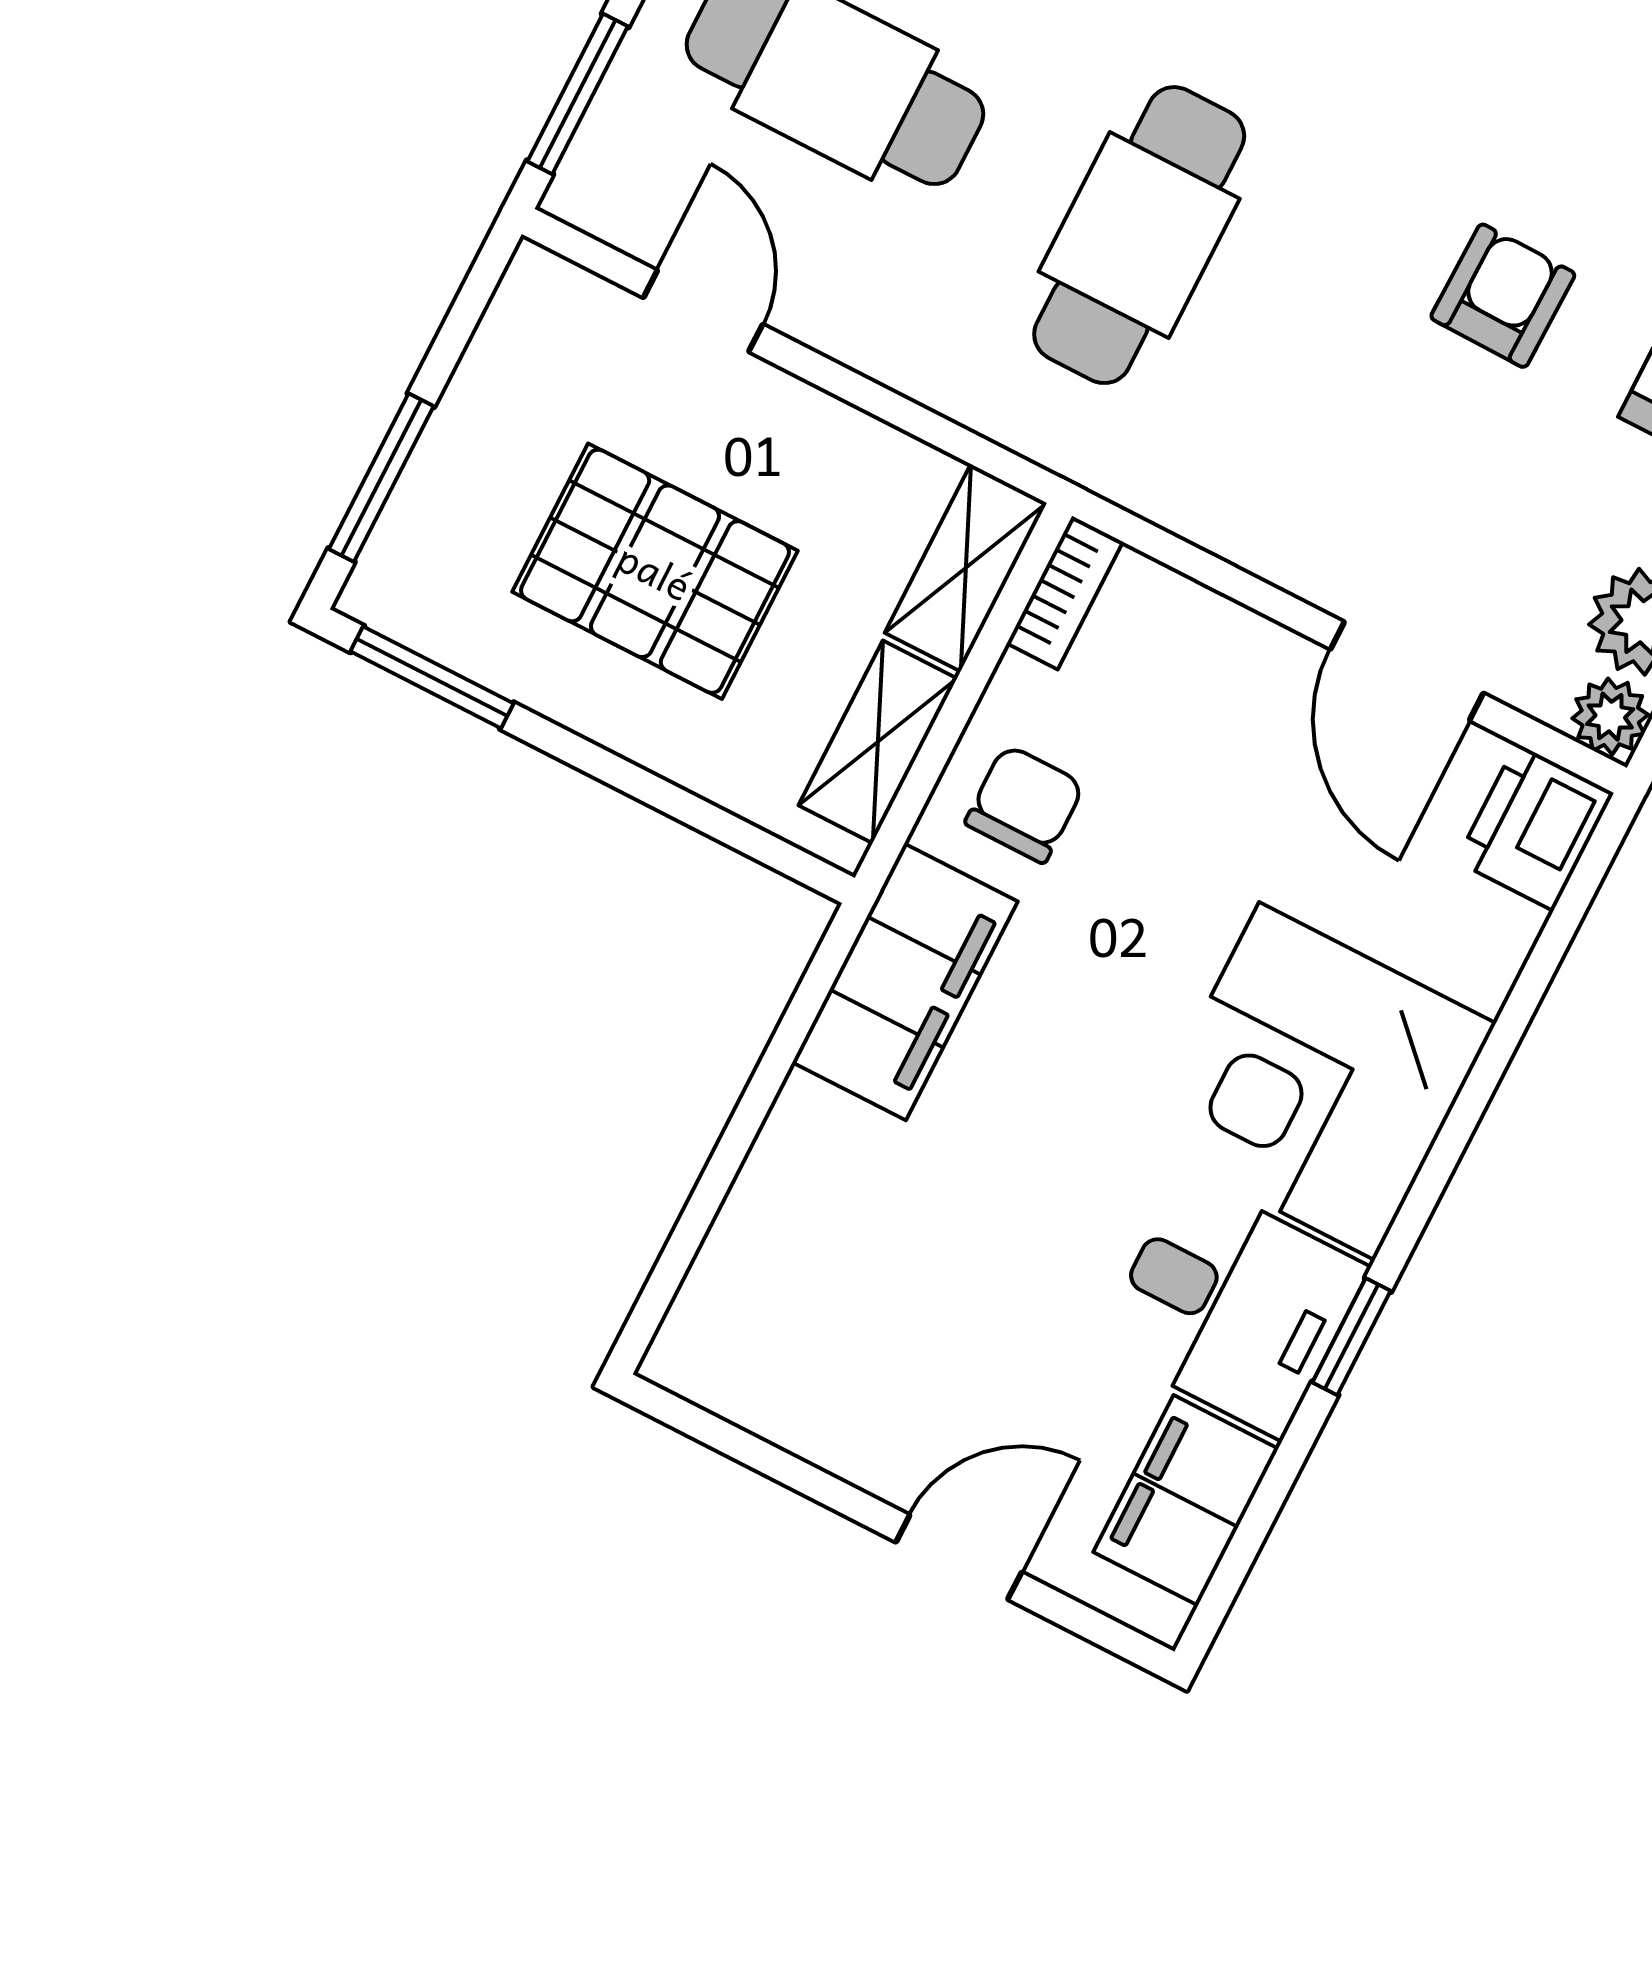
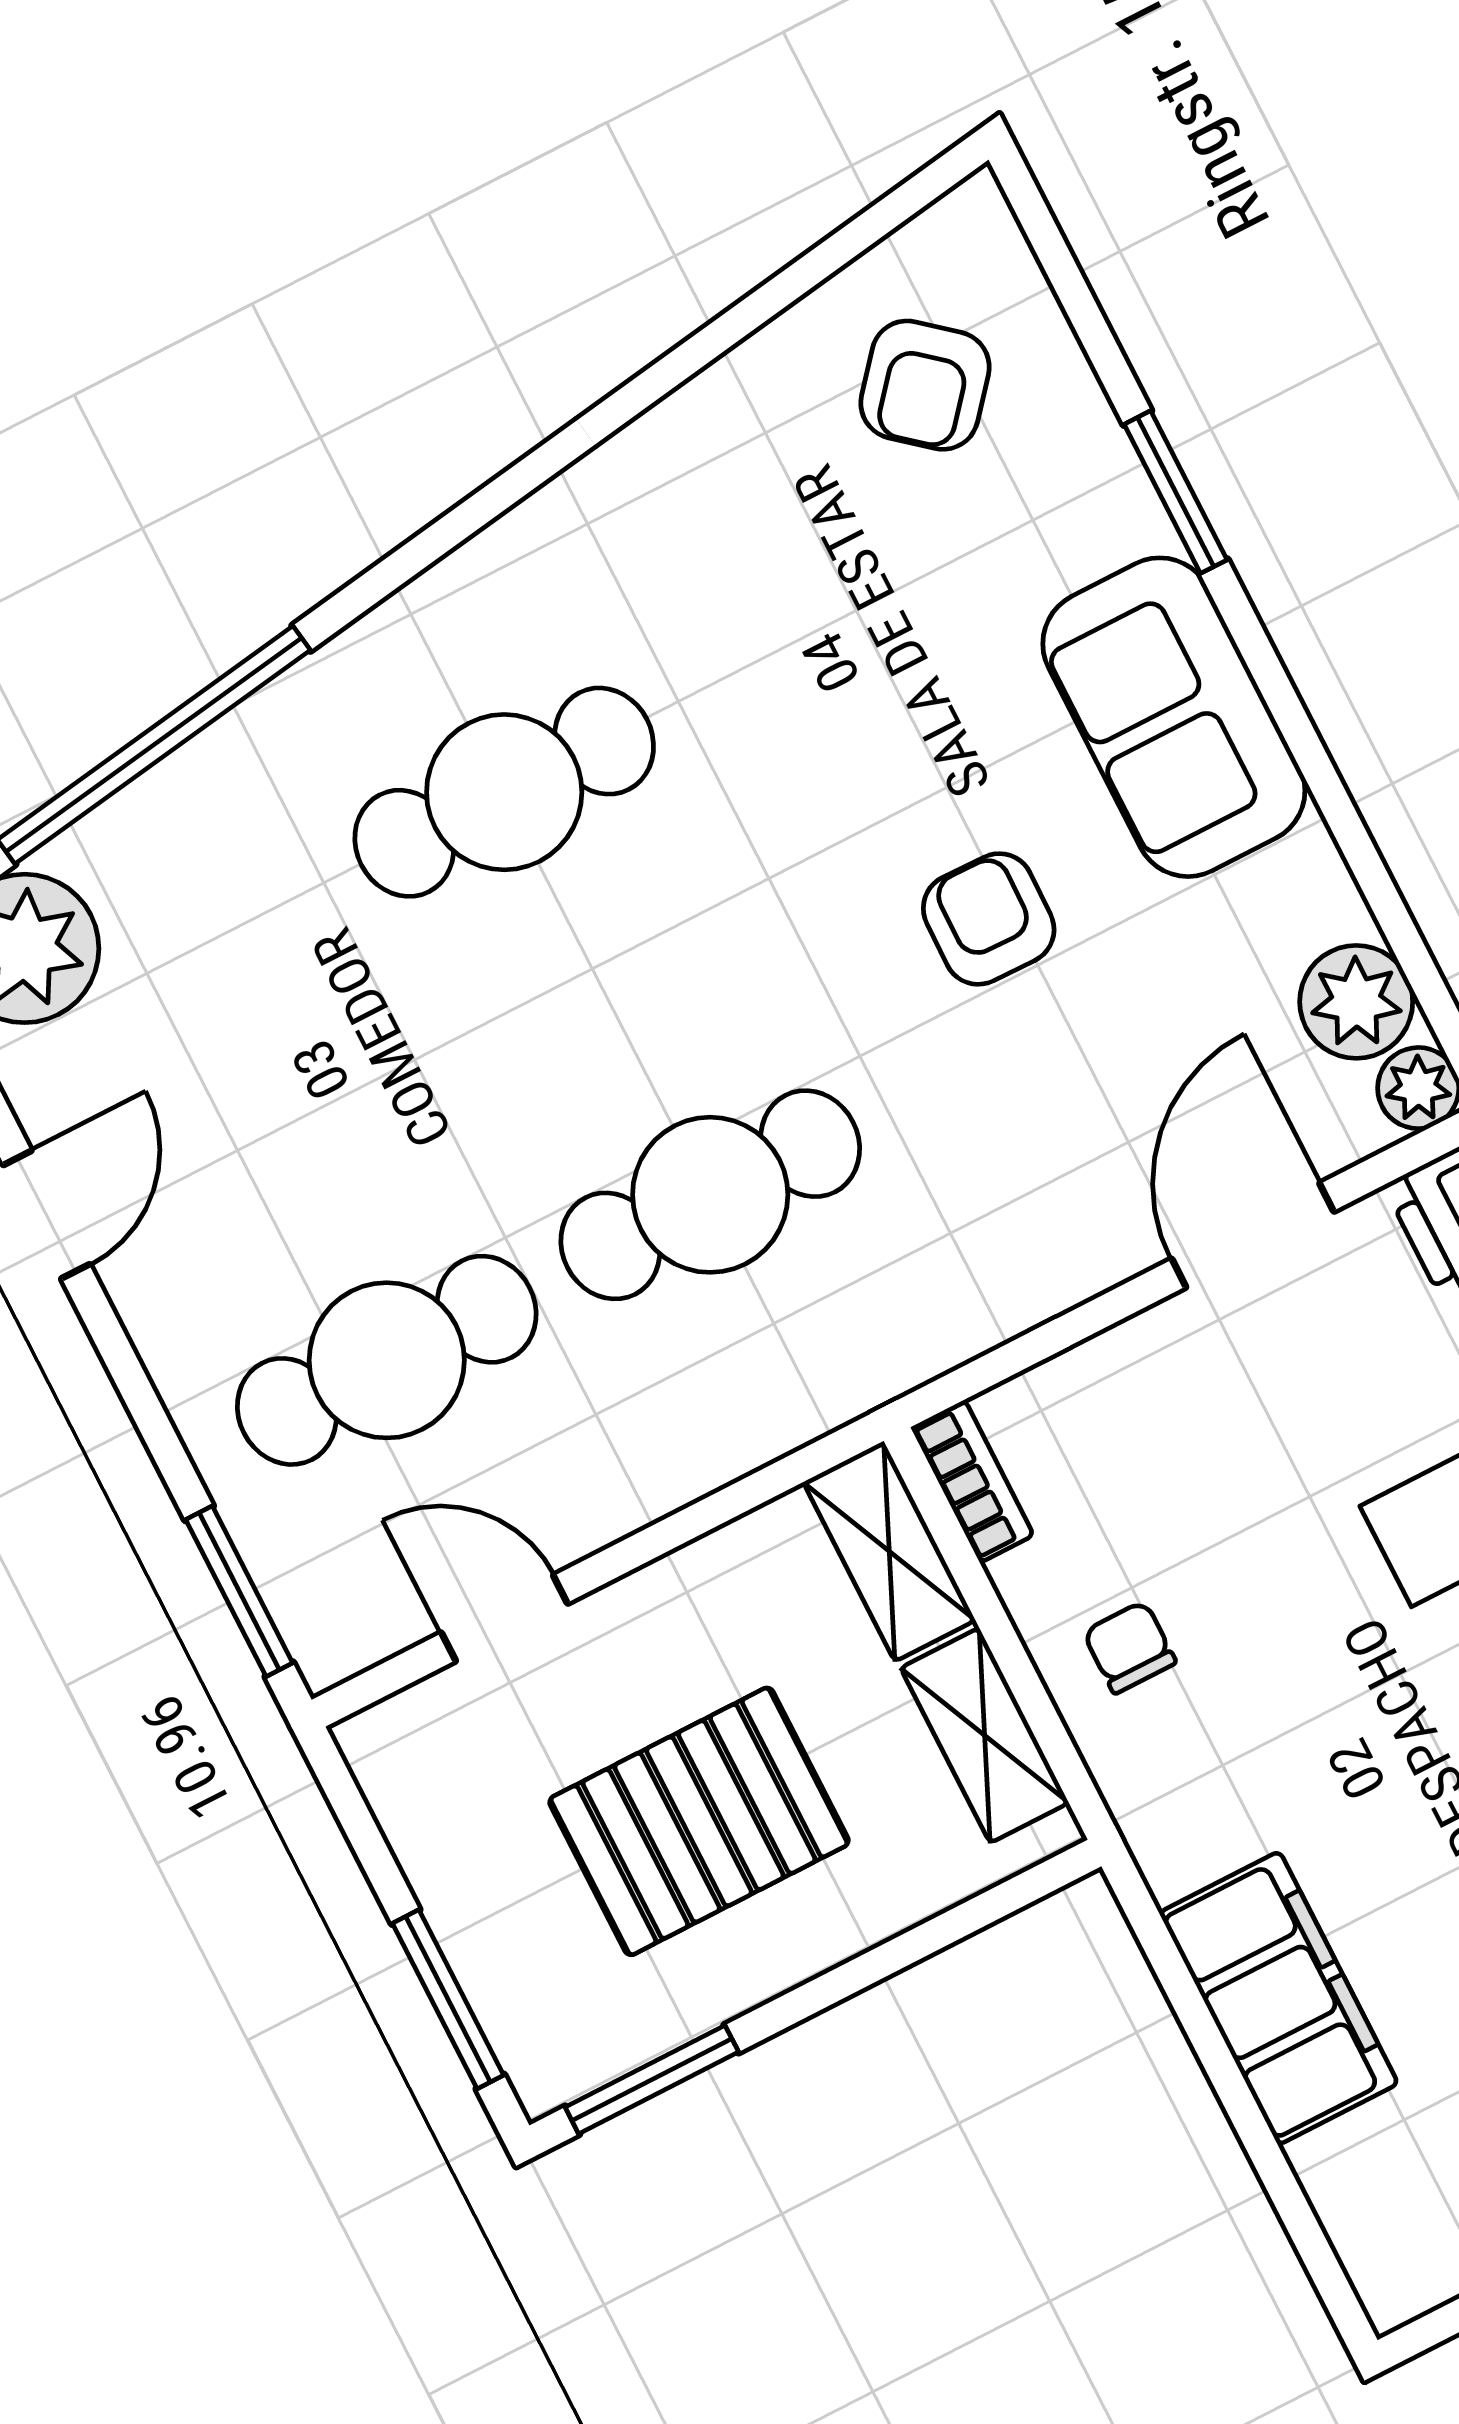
cafe table: (1139, 235) -> (710, 1195), turned 90
door: (1407, 671) -> (1253, 1235), swing flipped
chair: (1025, 804) -> (1129, 1647), width x0.73, depth x0.73
filing cabinet: (905, 982) -> (1279, 1998), moved

